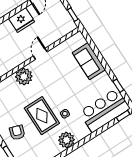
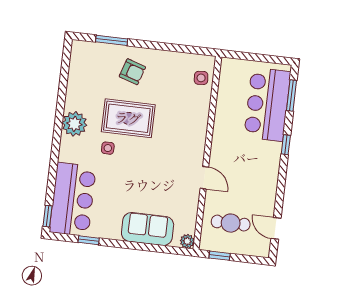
fridge: (22, 20) -> (264, 189), removed
cafe table: (52, 22) -> (231, 223), added
plant: (24, 77) -> (187, 241), moved, width x0.53, depth x0.53

